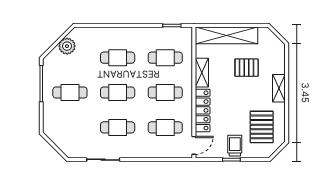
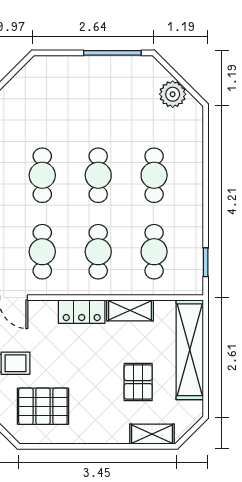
shelving: (279, 88) -> (152, 434), moved
cafe table: (70, 93) -> (98, 99), removed
locker: (203, 110) -> (82, 312), width x0.66

